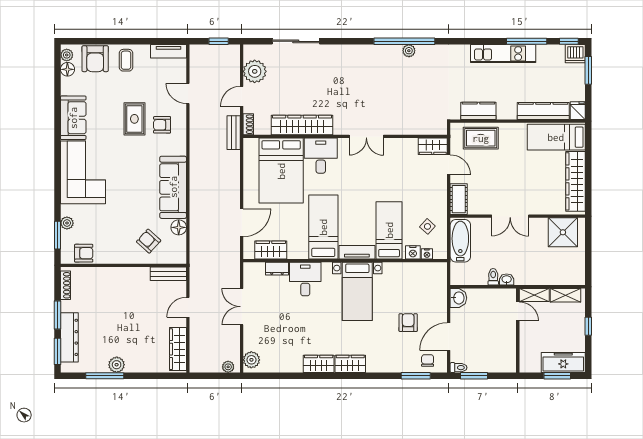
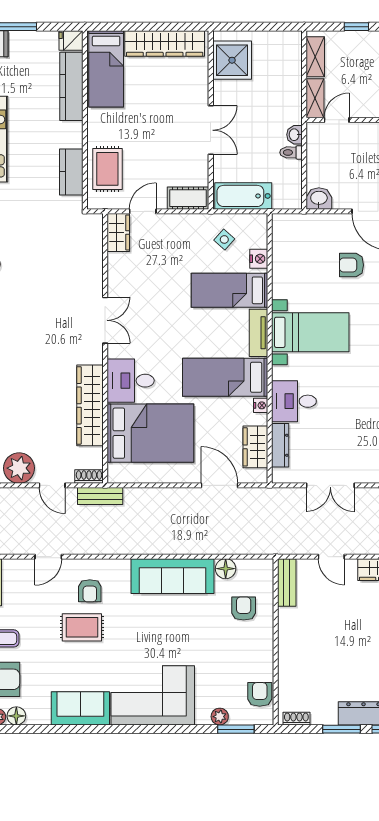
armchair: (149, 241) -> (244, 609), turned 138
nightstand: (427, 254) -> (261, 405), moved
dresser: (277, 269) -> (280, 445), width x1.44
shoe rack: (65, 285) -> (296, 719), width x0.70

